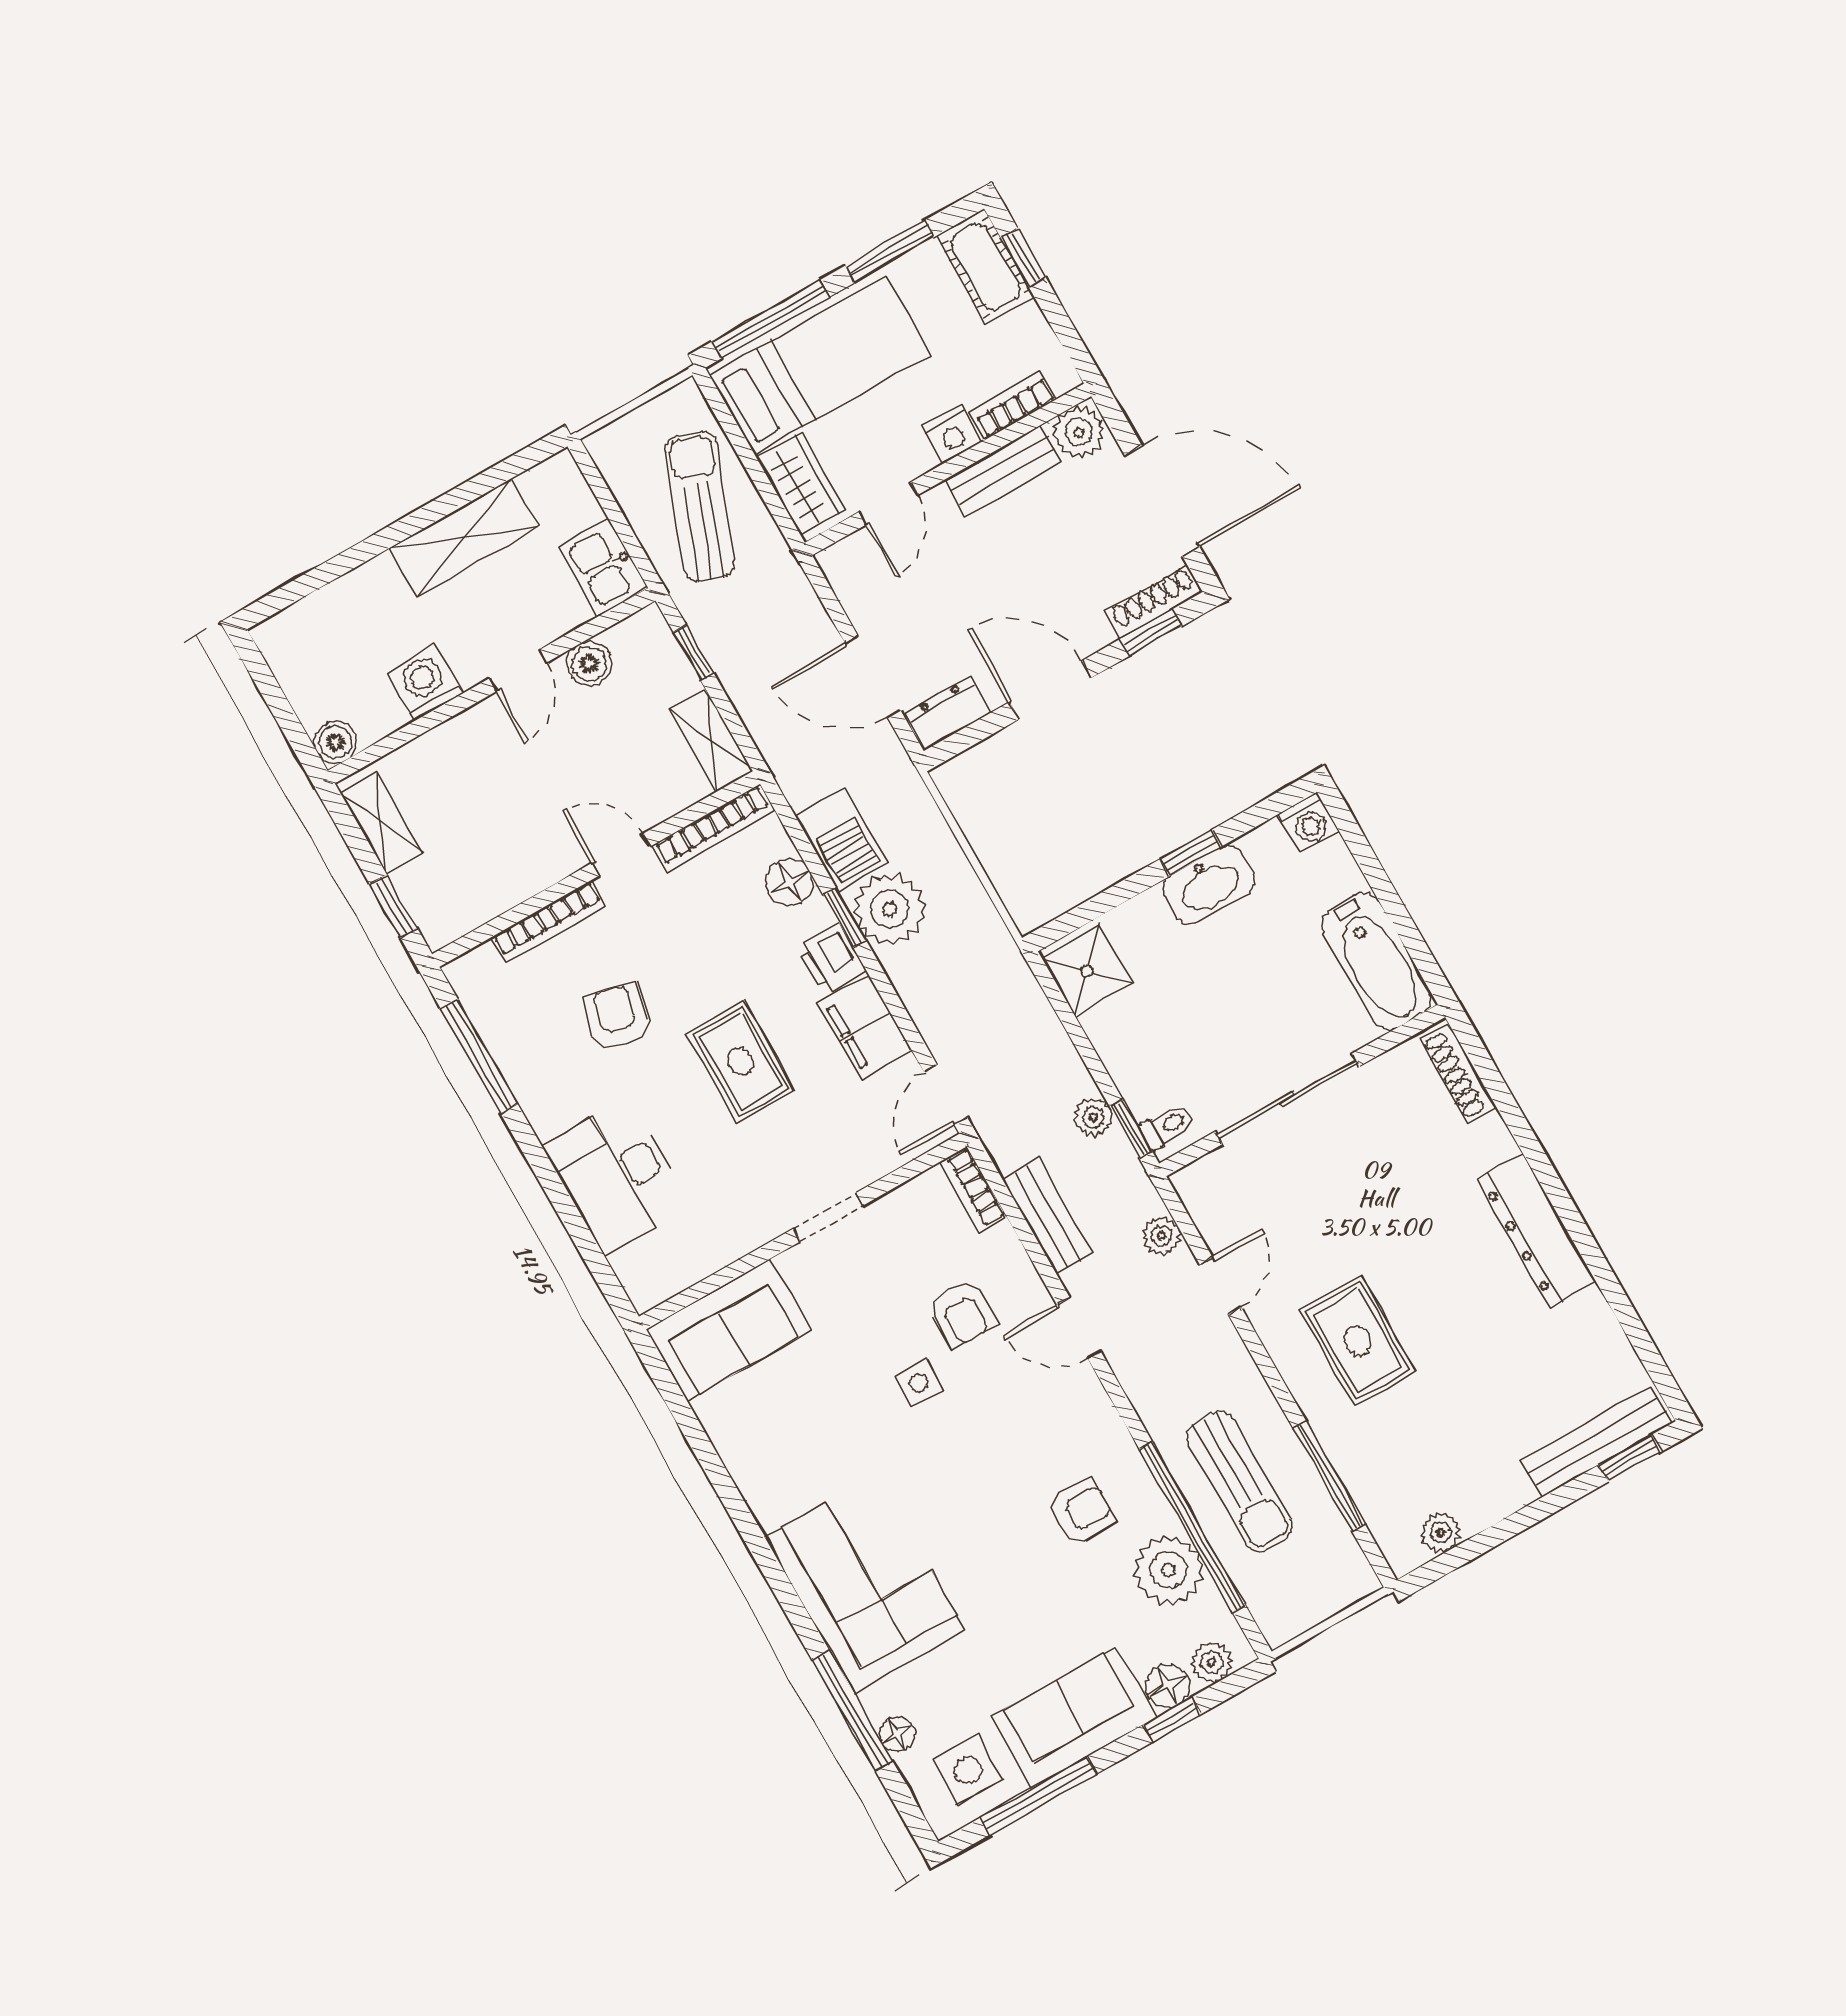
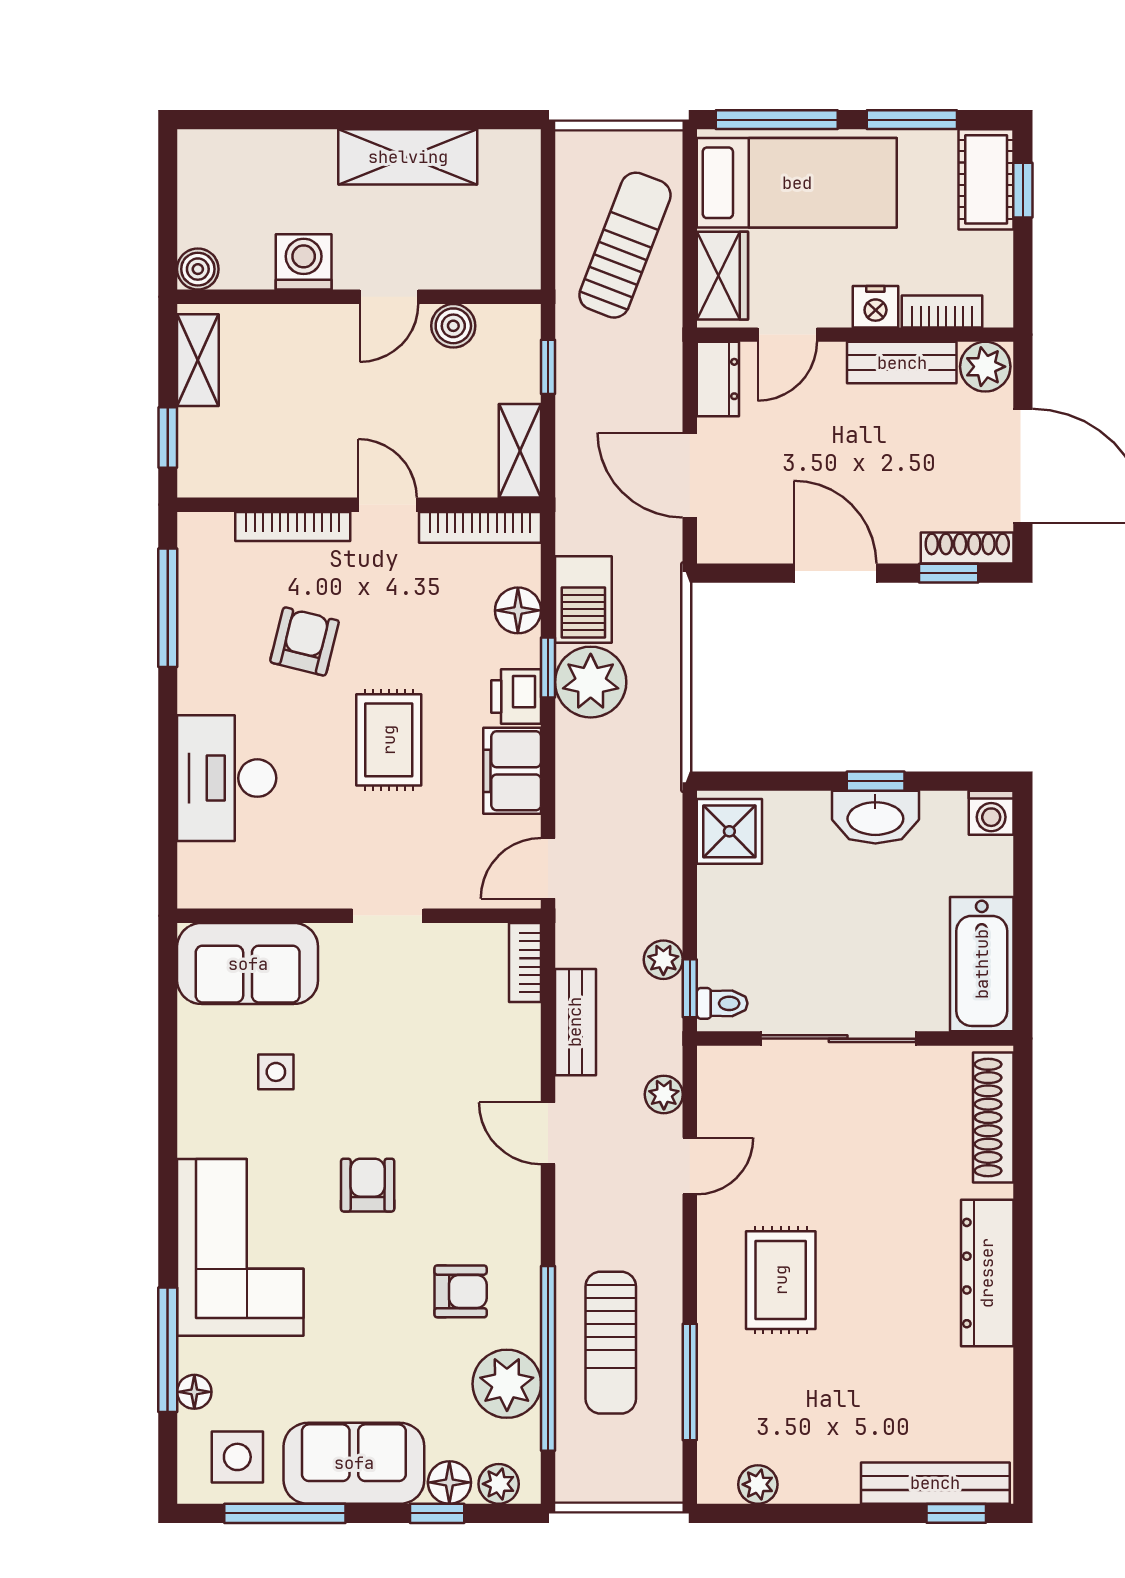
kitchen sink: (603, 568) -> (512, 250), removed
dresser: (948, 713) -> (718, 379), moved, turned 90
shoe rack: (1458, 1073) -> (993, 1118), width x1.36, depth x1.24
armchair: (962, 1313) -> (368, 1185), moved, turned 180
side table: (919, 1383) -> (276, 1072), moved

